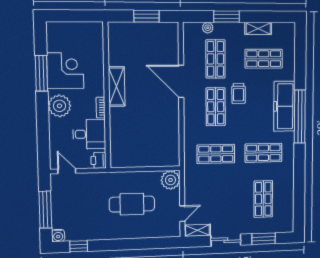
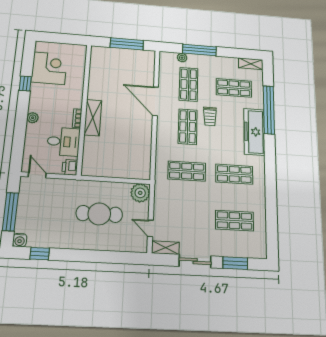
window: (146, 16) -> (127, 44), width x1.44
window: (226, 17) -> (199, 50), width x1.44
shelving: (258, 28) -> (251, 64), moved
corner desk: (65, 71) -> (49, 68), moved
window: (41, 73) -> (25, 84), width x0.46
shelving: (117, 86) -> (93, 118), moved
plant: (59, 106) -> (33, 118), width x0.53, depth x0.53
window: (300, 117) -> (269, 110), moved
shop shelf: (263, 199) -> (234, 221), turned 90
door: (182, 214) -> (150, 228), swing flipped

